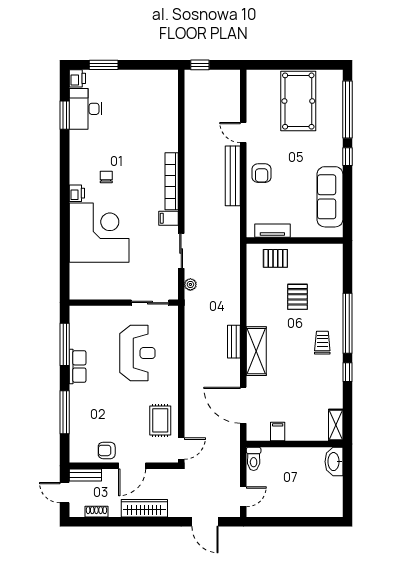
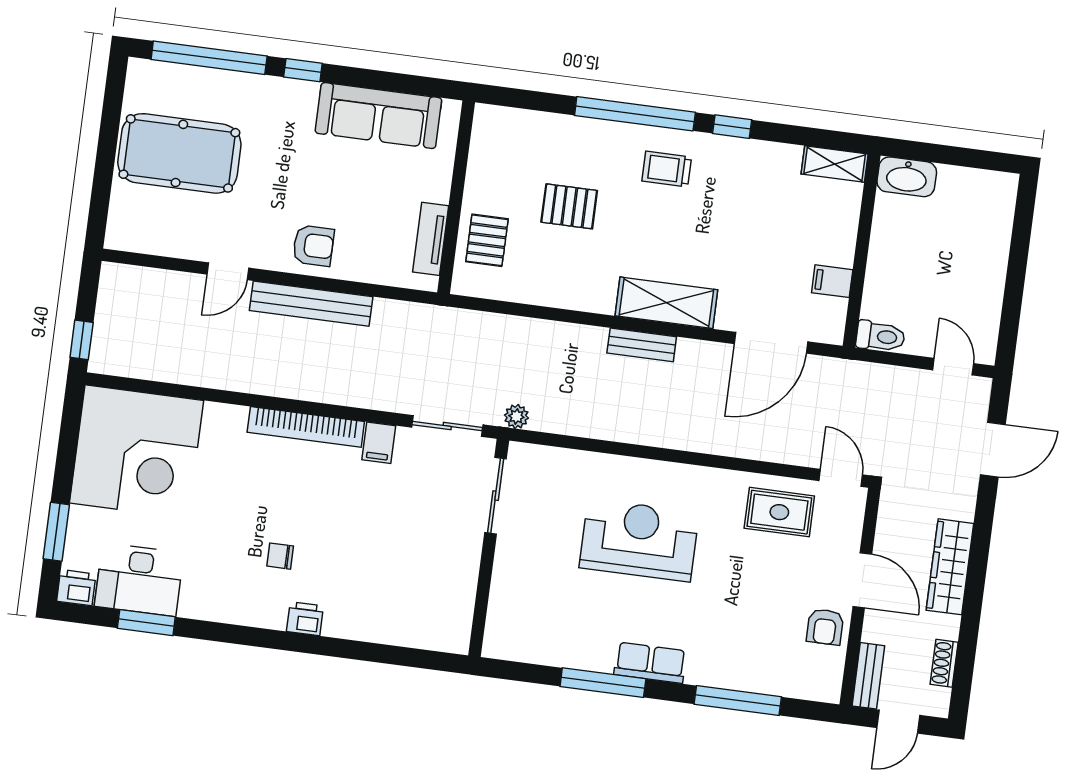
corner desk: (99, 233) -> (137, 452), moved, turned 180
wall: (124, 303) -> (489, 548), moved
sliding door: (150, 303) -> (496, 496), moved

